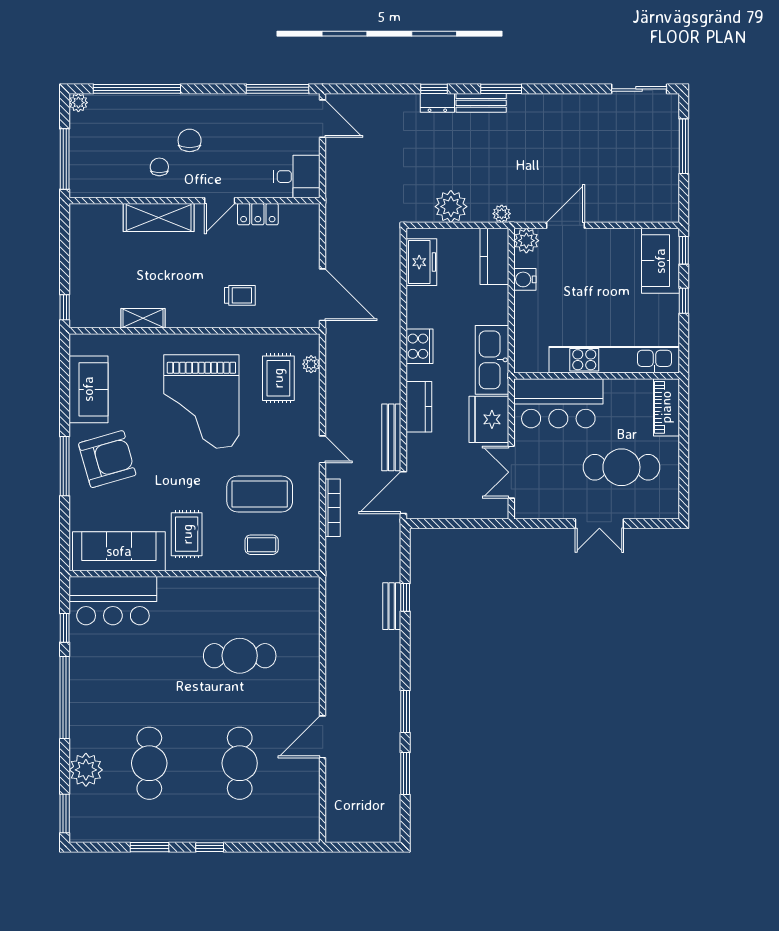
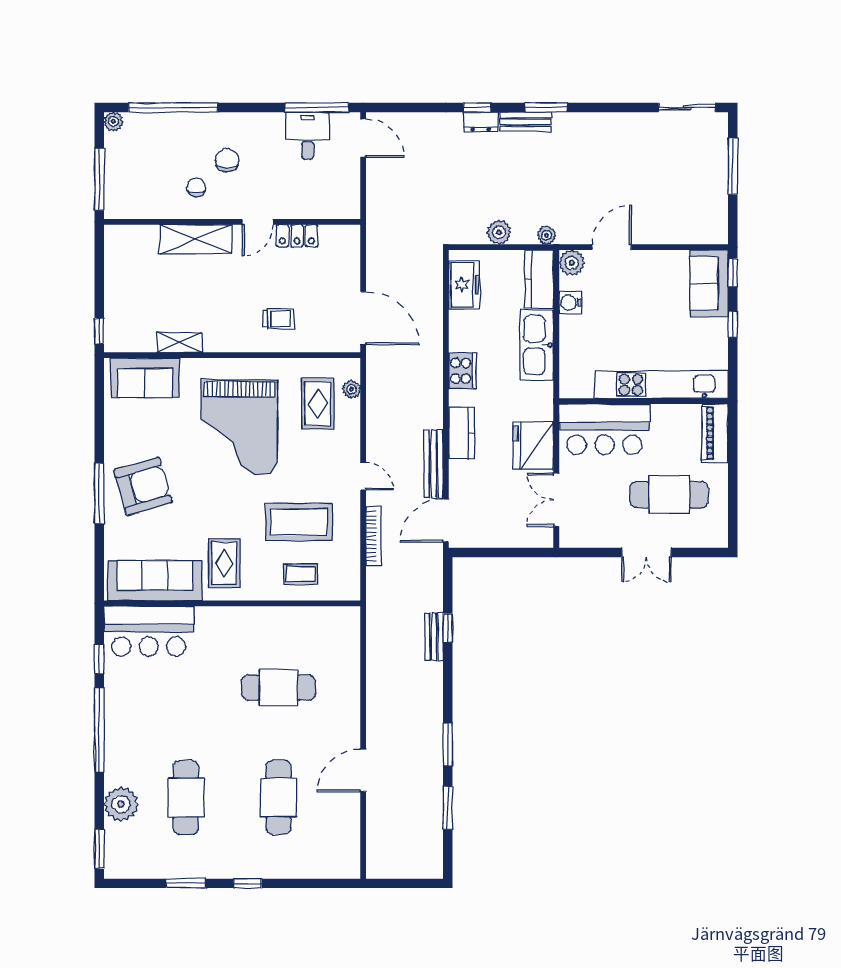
desk: (297, 177) -> (308, 136), moved, turned -90
plant: (451, 207) -> (499, 232), width x0.73, depth x0.73
kitchen sink: (492, 360) -> (537, 345), moved
sofa: (88, 389) -> (145, 378), moved, turned 90

